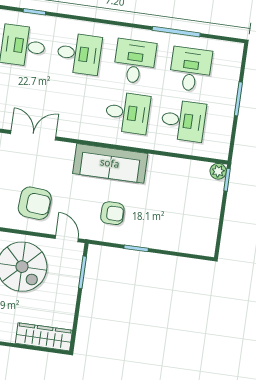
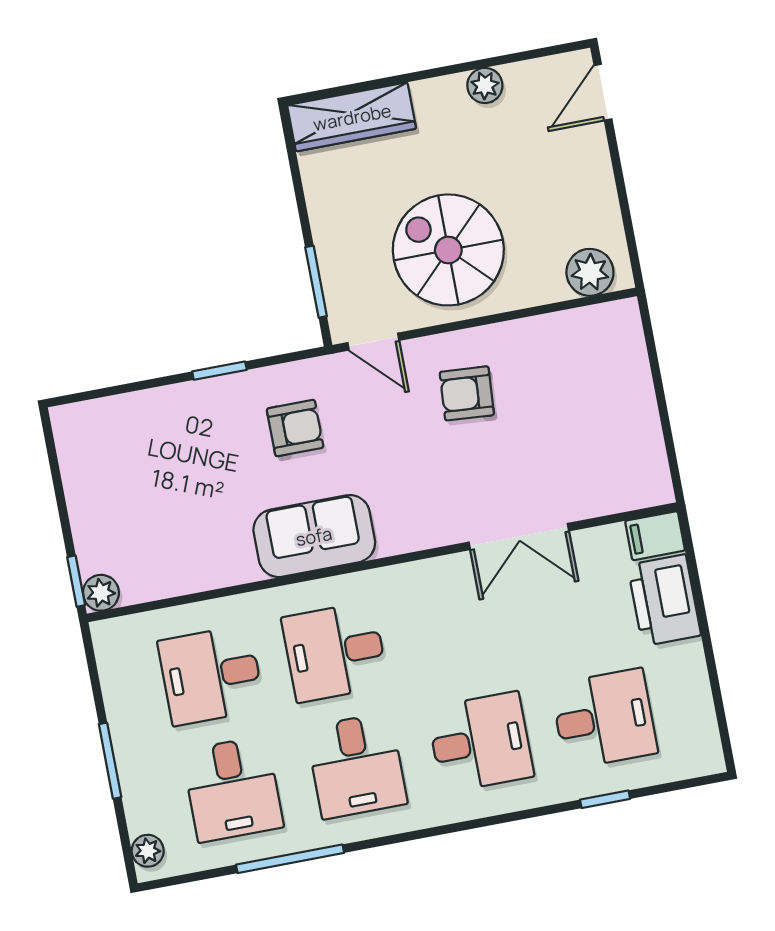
desk: (79, 54) -> (480, 742), turned 180
plant: (235, 55) -> (148, 851), added
sofa: (110, 163) -> (314, 536), width x0.73
armchair: (35, 203) -> (467, 393), width x0.72, depth x0.72
armchair: (112, 213) -> (295, 428), turned 180

